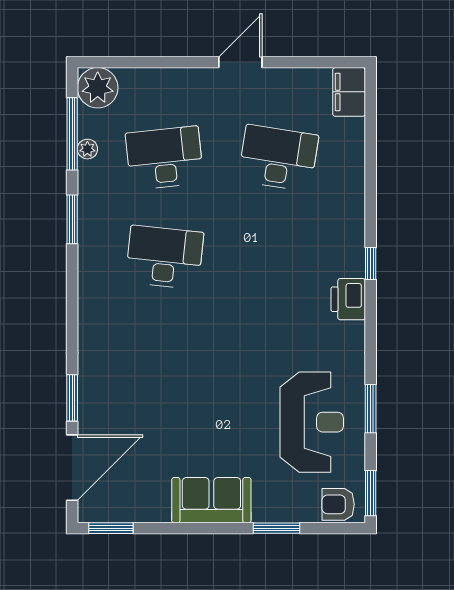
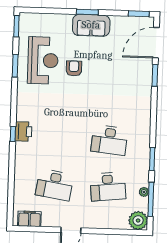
filing cabinet: (349, 92) -> (29, 219), moved, turned -90
printer: (348, 299) -> (23, 132), moved
reception desk: (312, 422) -> (43, 60), turned 180
armchair: (338, 504) -> (74, 68), moved, turned -90
window: (277, 528) -> (87, 12), moved

